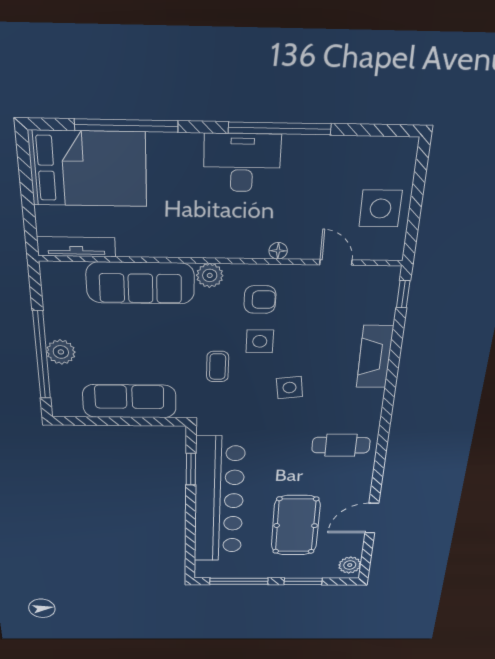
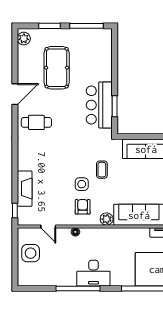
armchair: (260, 300) -> (83, 207), turned 90
fireplace: (375, 357) -> (25, 189), moved
side table: (289, 388) -> (66, 158), removed
bar counter: (219, 501) -> (99, 105), width x0.54
door: (372, 518) -> (15, 94), moved

